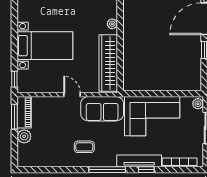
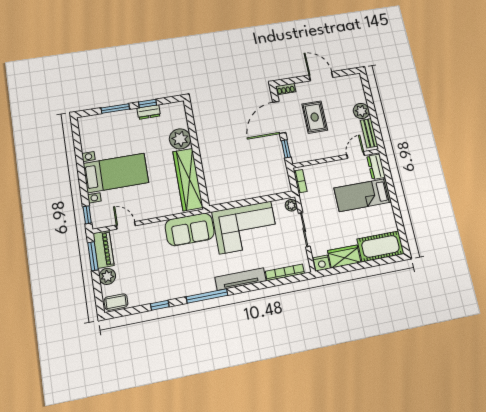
plant: (112, 24) -> (180, 139), width x1.88, depth x1.88
door: (72, 95) -> (126, 225), moved
coffee table: (84, 147) -> (116, 302), moved
window: (146, 170) -> (160, 305), moved

